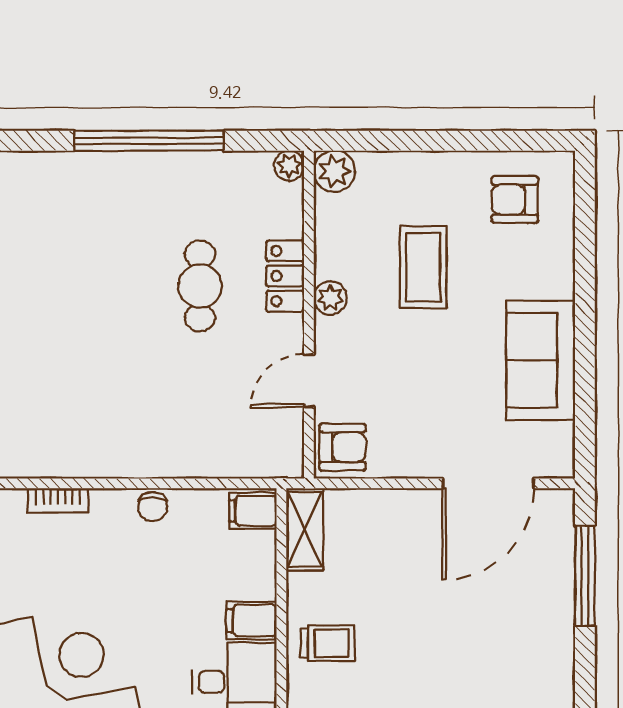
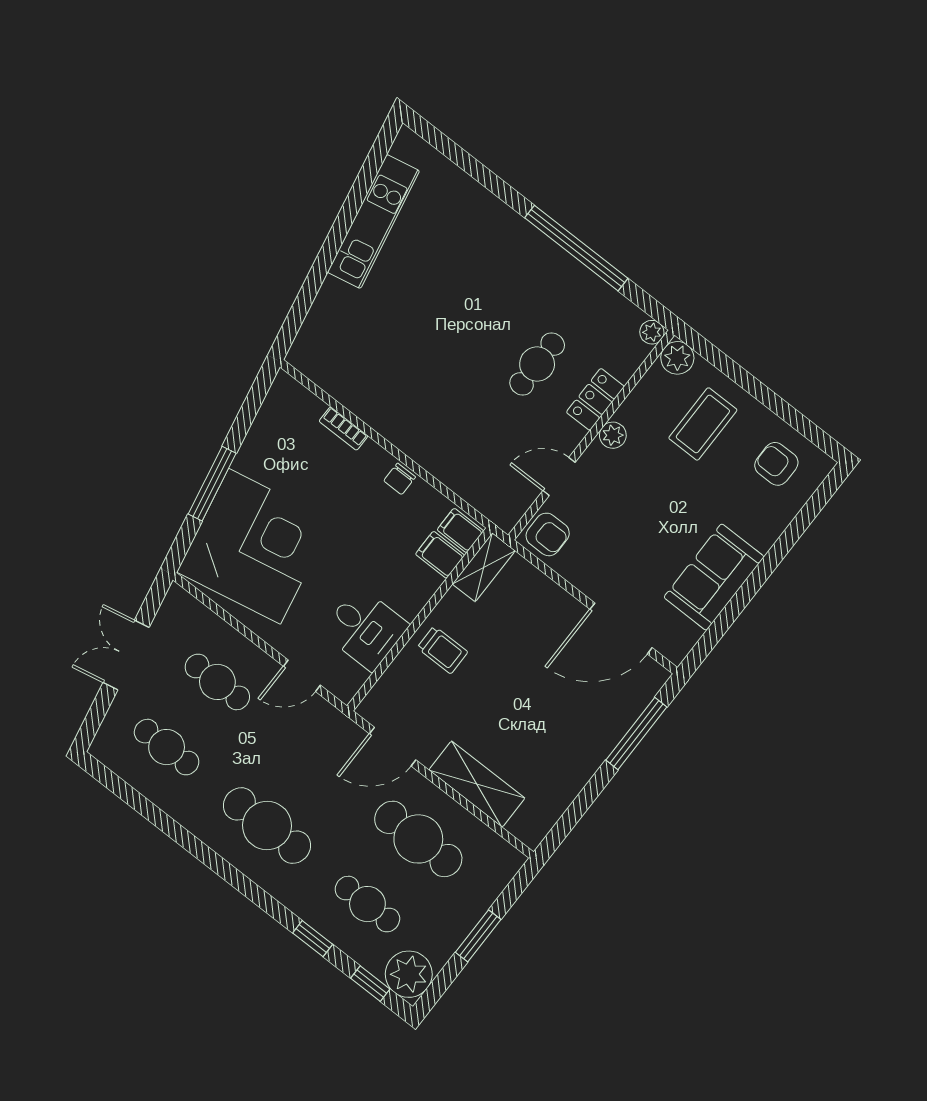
coffee table: (423, 267) -> (703, 424), moved
filing cabinet: (252, 621) -> (440, 555), moved

